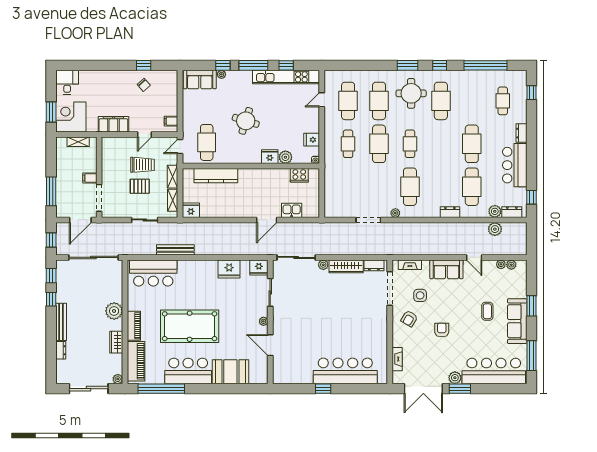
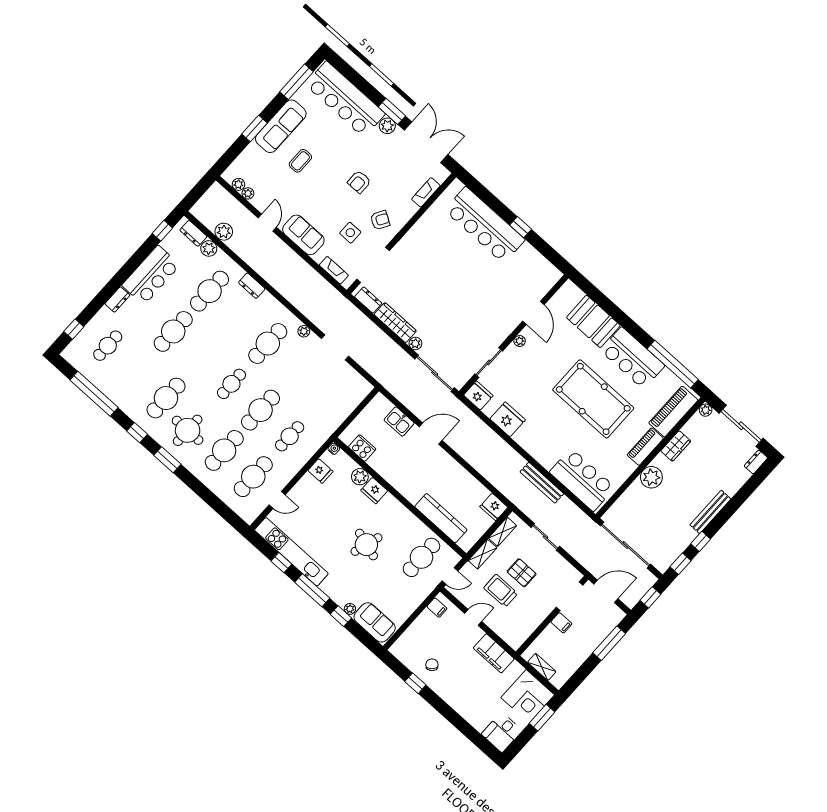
dresser: (61, 350) -> (756, 462), moved

